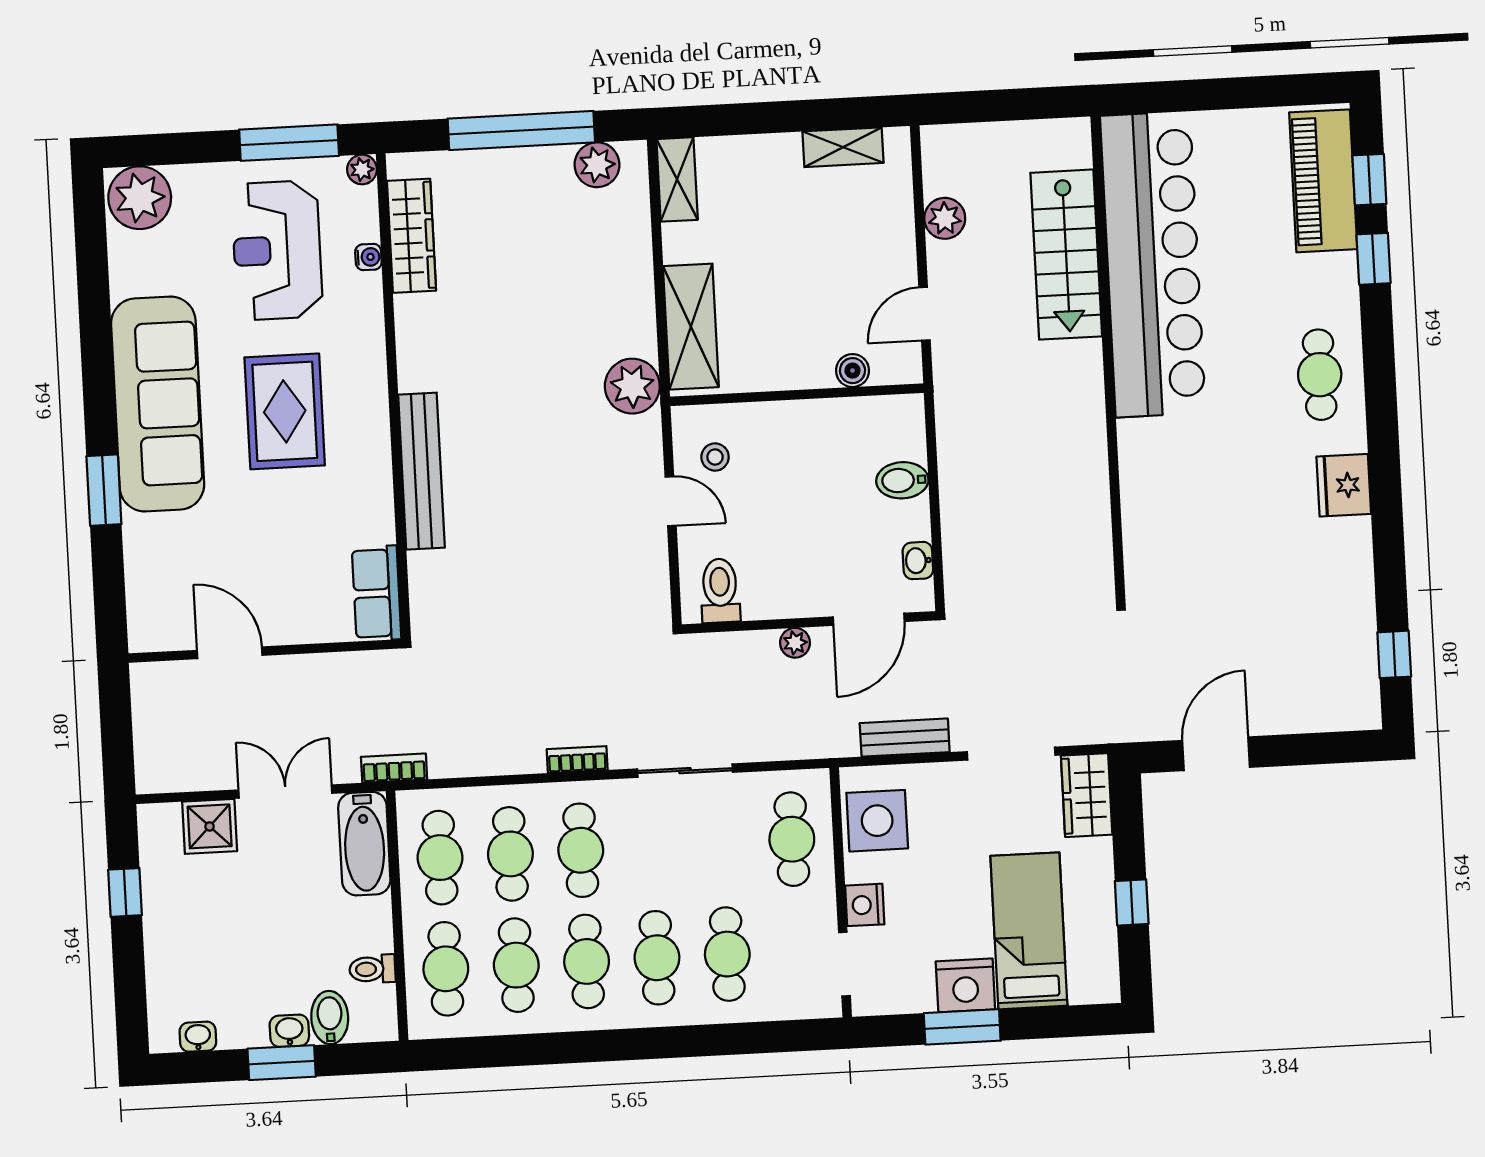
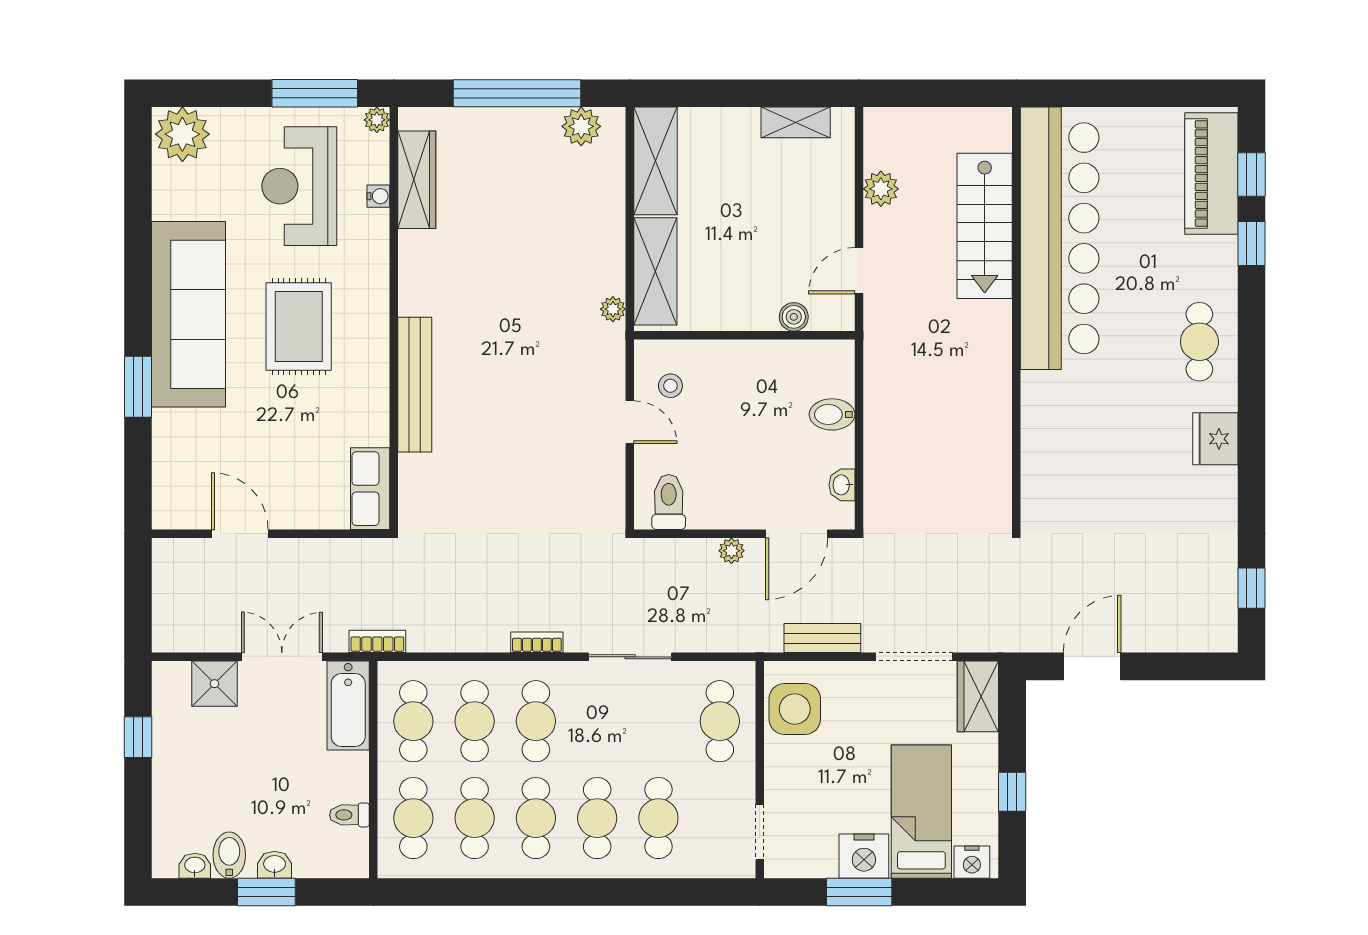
shelving: (677, 179) -> (655, 161), width x1.50, depth x1.33
plant: (632, 386) -> (613, 309), width x0.53, depth x0.53
nightstand: (865, 905) -> (972, 862), moved, turned -90
bidet: (330, 1018) -> (229, 855), moved

